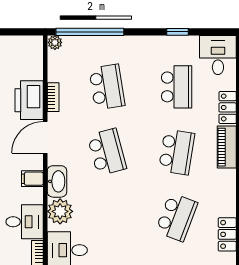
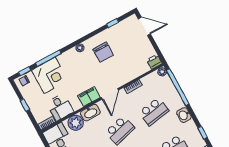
washbasin: (136, 45) -> (184, 115), added
printer: (29, 100) -> (154, 62), moved, width x0.53, depth x0.68
door: (45, 137) -> (110, 94), swing flipped
filing cabinet: (32, 179) -> (89, 97), width x2.00

